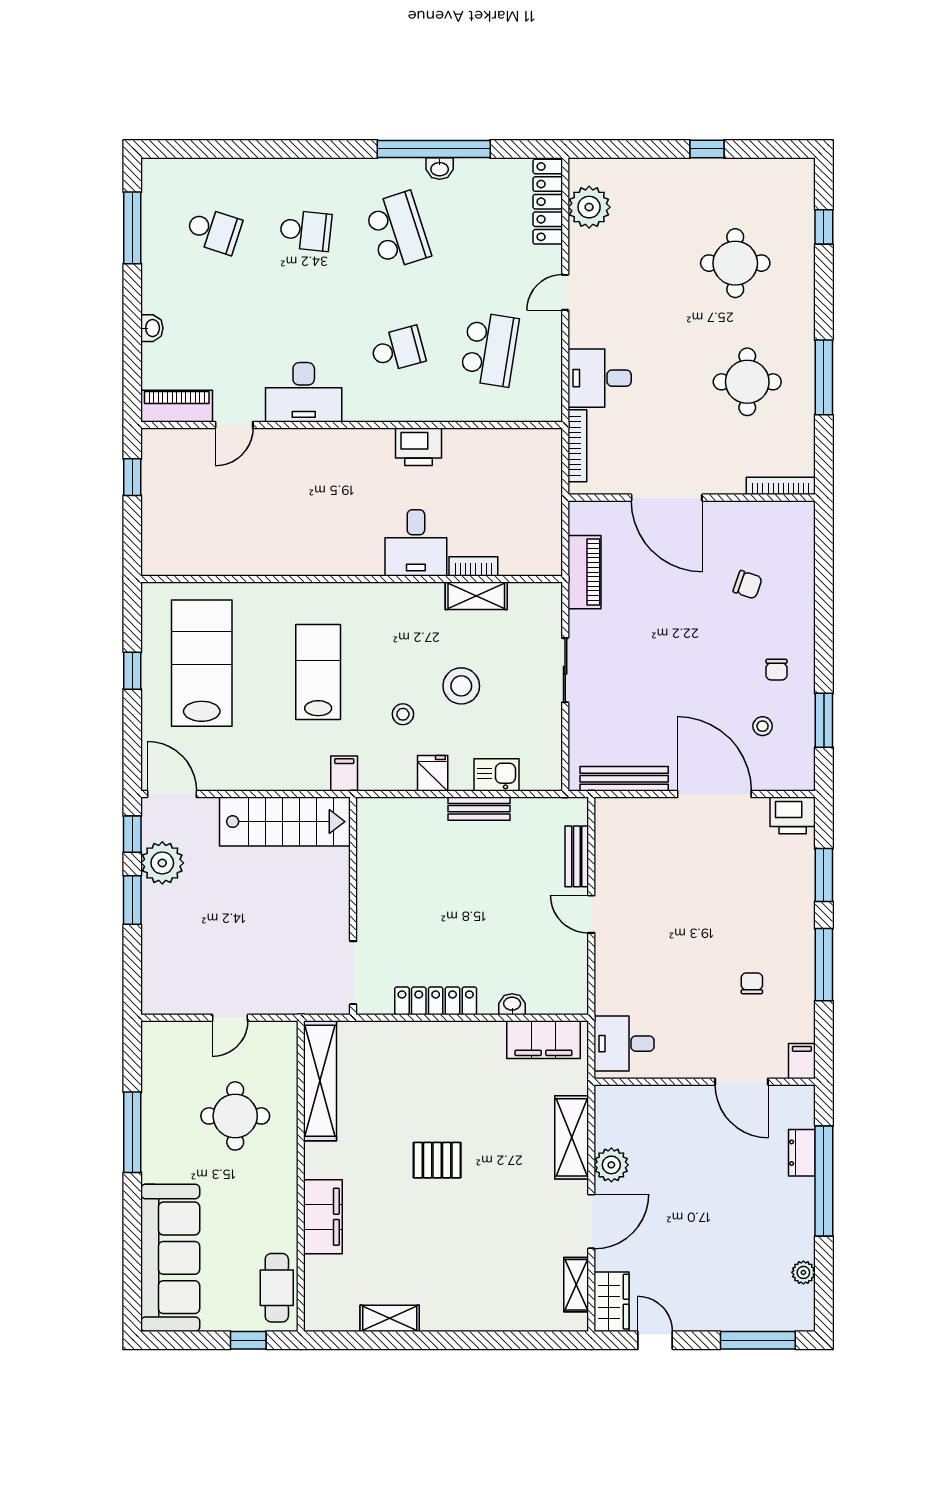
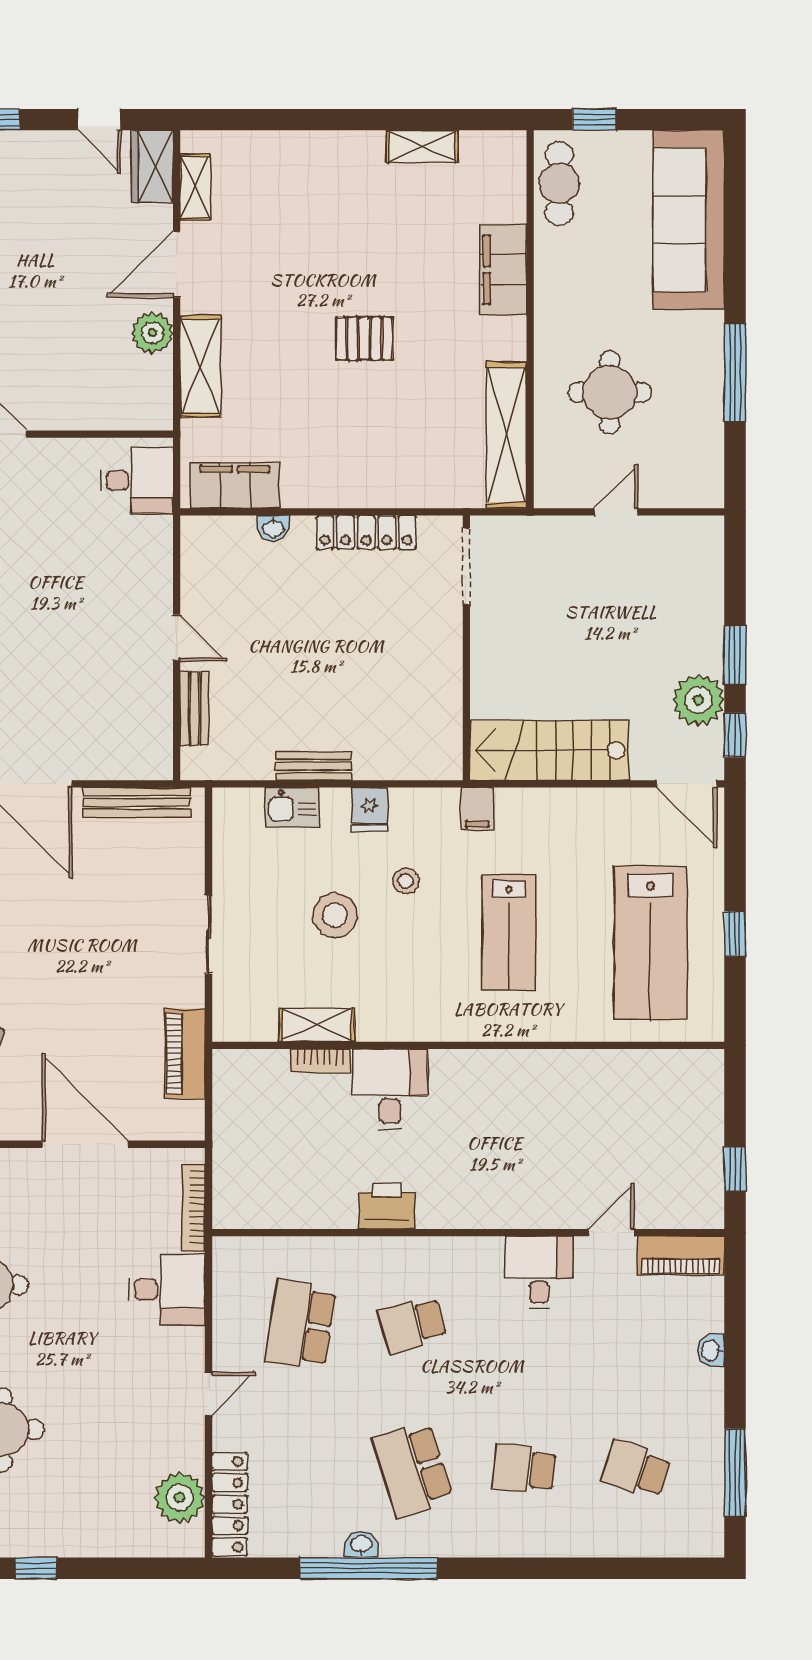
desk: (304, 392) -> (539, 1272), width x0.73

